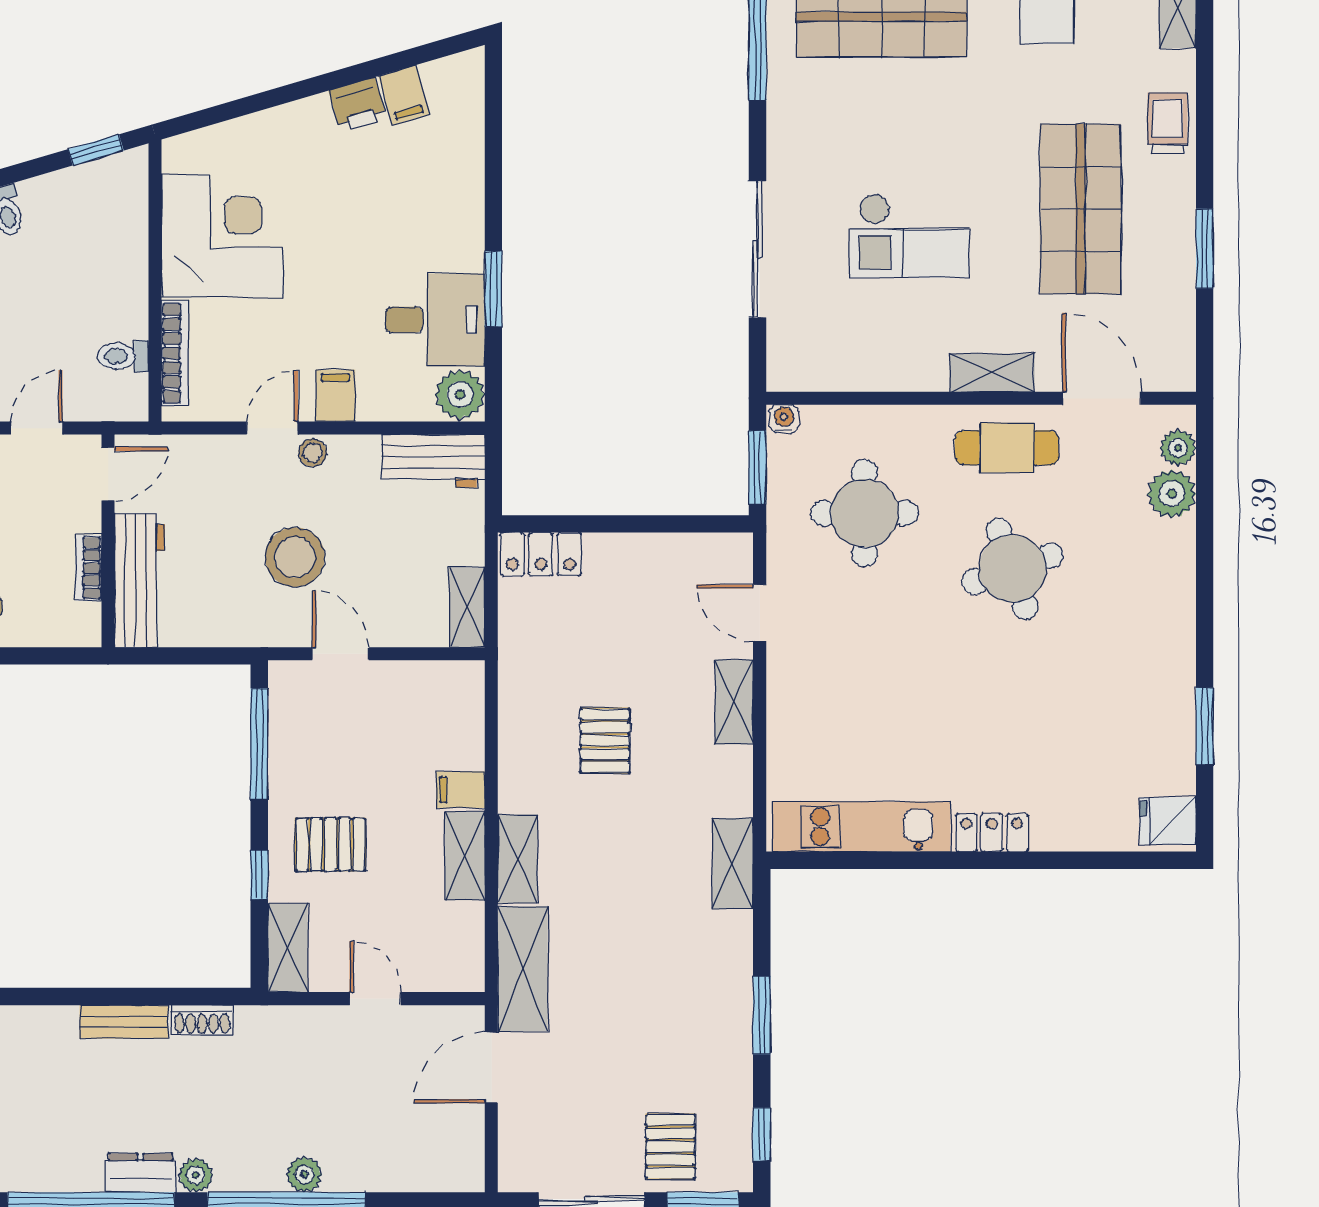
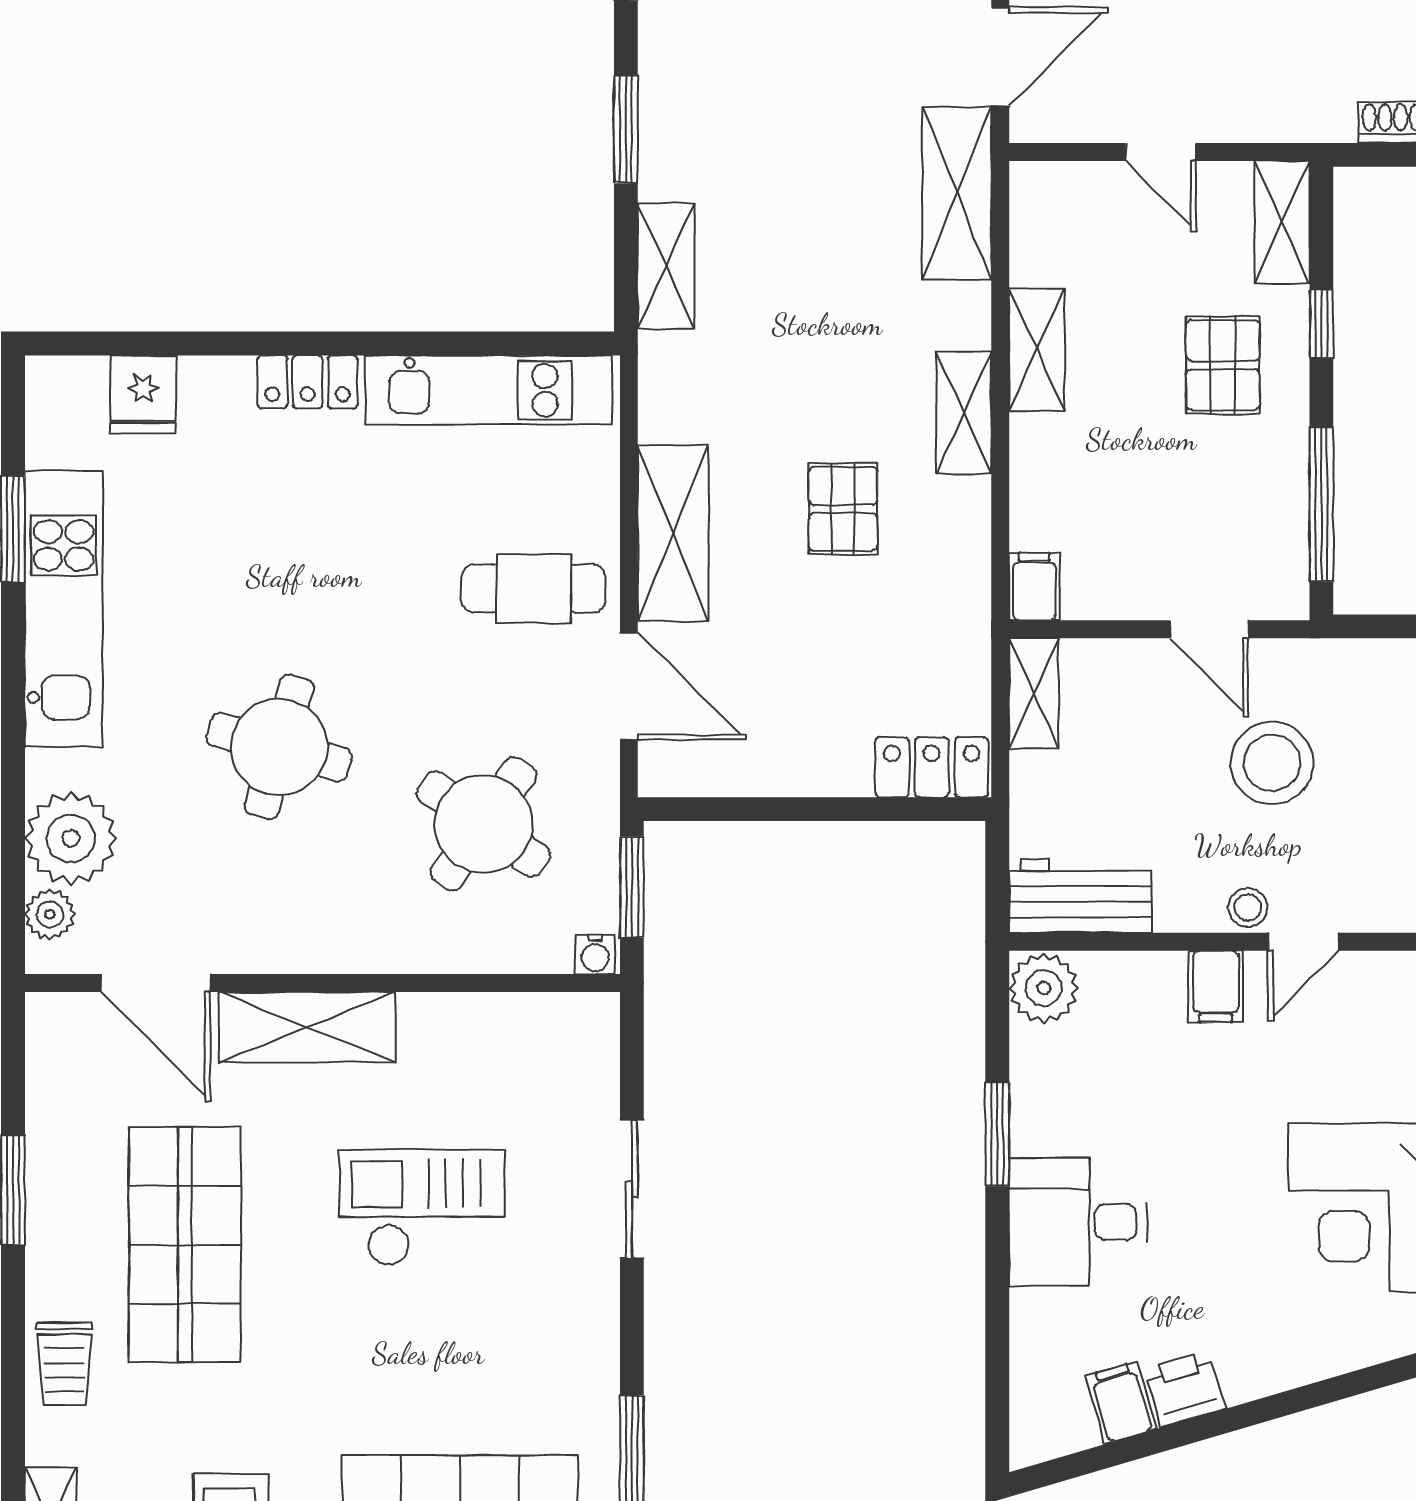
sliding door: (757, 249) -> (632, 1189), width x0.73
desk: (435, 320) -> (1078, 1222), moved
shelving: (992, 373) -> (307, 1027), width x1.50, depth x1.33
cafe table: (1007, 448) -> (533, 588), moved
plant: (1172, 494) -> (71, 838), width x1.36, depth x1.36
round table: (865, 513) -> (483, 824), turned 35
round table: (1012, 569) -> (279, 747), turned 35
door: (760, 613) -> (629, 686), width x1.38
kitchen unit: (1168, 668) -> (64, 609), added
shelving: (734, 702) -> (673, 533), width x1.50, depth x1.33
filing cabinet: (461, 790) -> (1034, 587), moved, turned -90
fridge: (1168, 821) -> (143, 394), moved, turned 90
pallet: (330, 845) -> (1223, 365), turned 90
shelving: (518, 859) -> (964, 413), moved
shelving: (733, 864) -> (666, 266), moved

